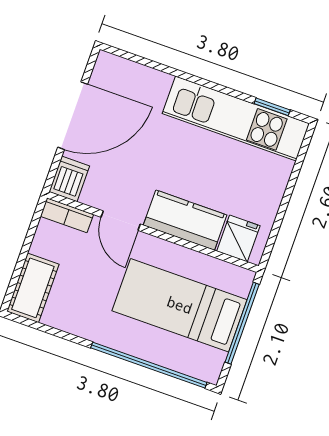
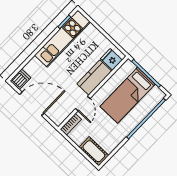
door: (73, 116) -> (32, 104), hinge flipped
dishwasher: (69, 179) -> (20, 79), moved, turned 90
door: (121, 221) -> (83, 104), hinge flipped

